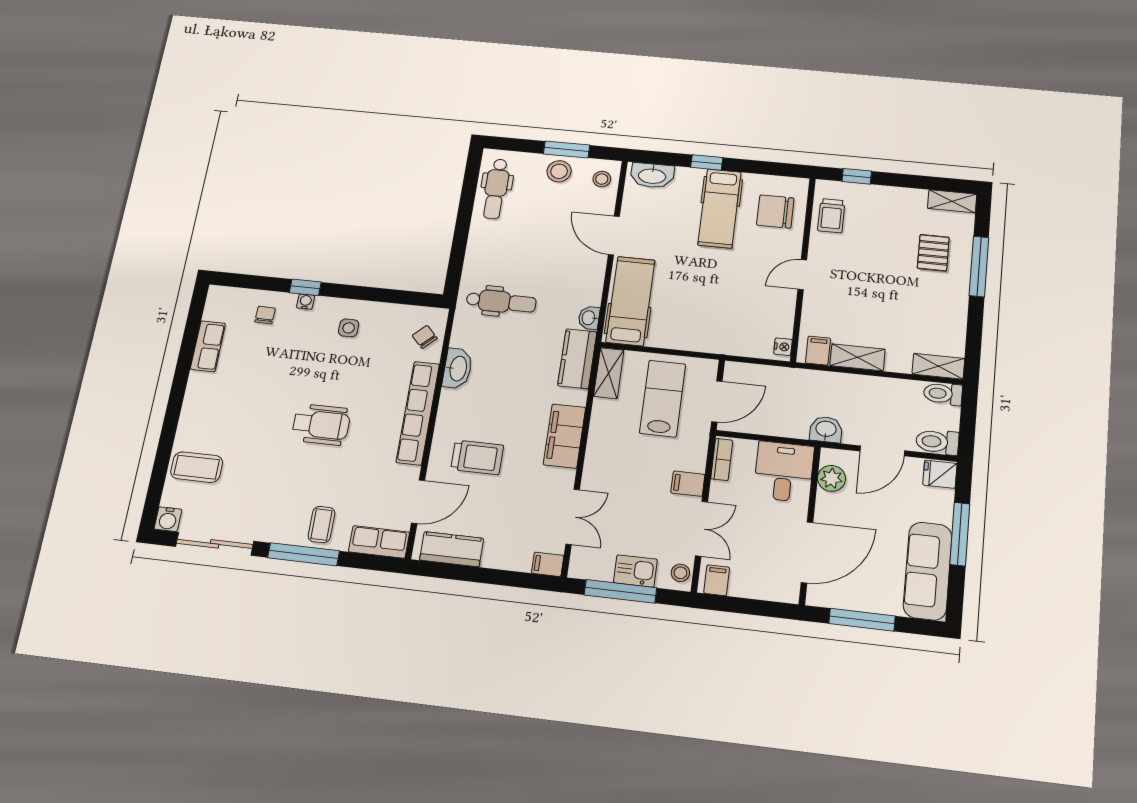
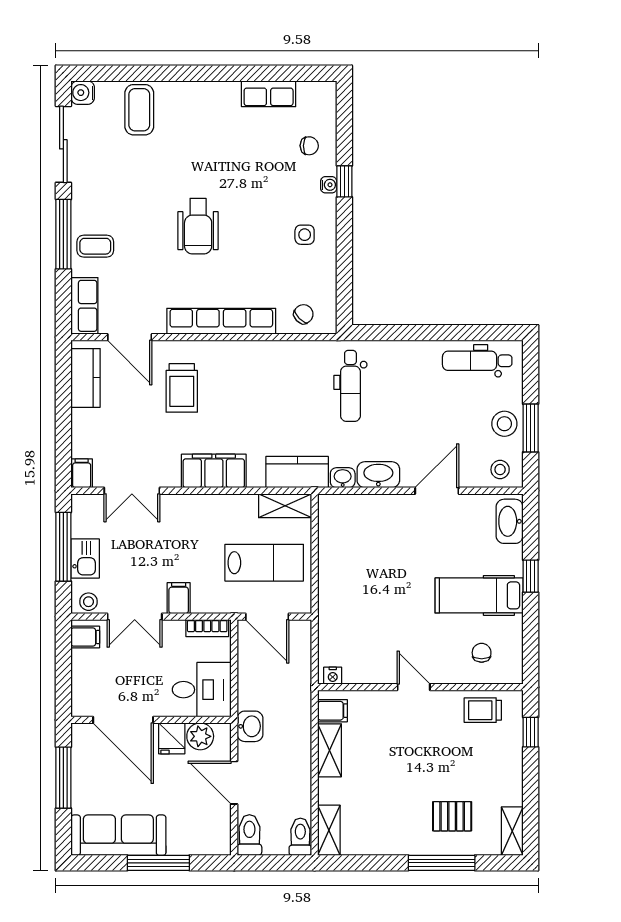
chair: (775, 212) -> (482, 653), width x0.54, depth x0.54
hospital bed: (630, 301) -> (366, 517), removed
washbasin: (458, 368) -> (378, 475), moved, turned 180
fridge: (940, 474) -> (172, 738), moved, turned 180

